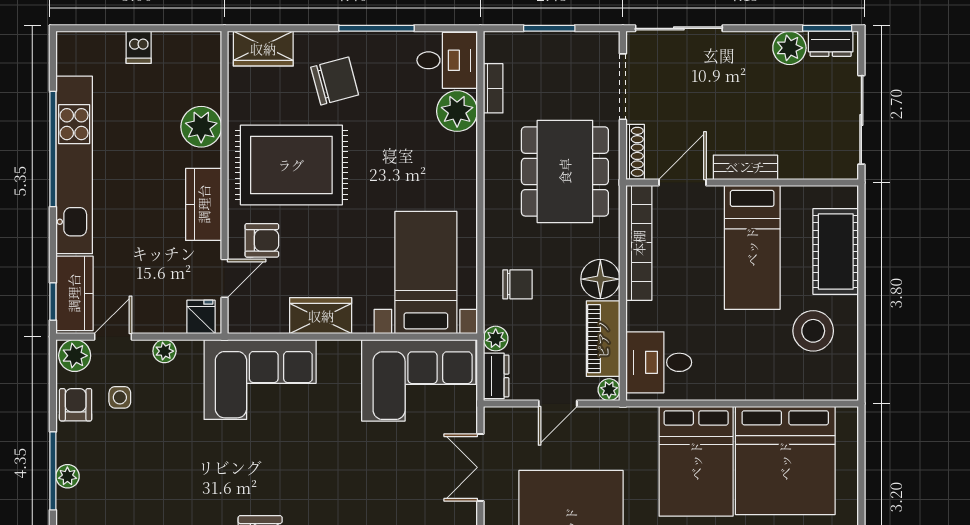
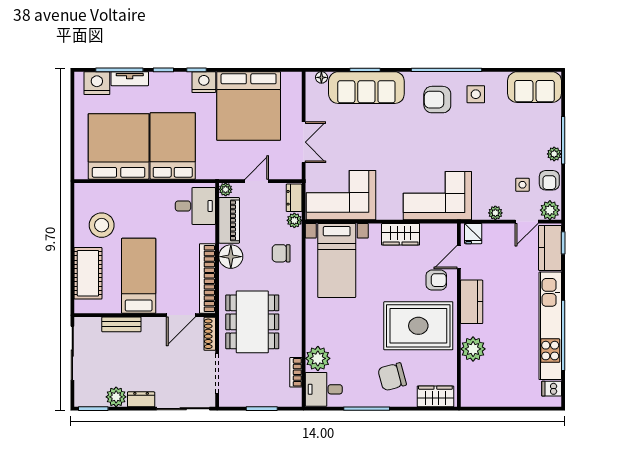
dresser: (831, 44) -> (141, 399), moved
dishwasher: (139, 47) -> (552, 389), moved, turned -90
bench: (745, 167) -> (121, 324), moved
armchair: (262, 240) -> (436, 280), turned 180
plant: (67, 476) -> (554, 154), moved

